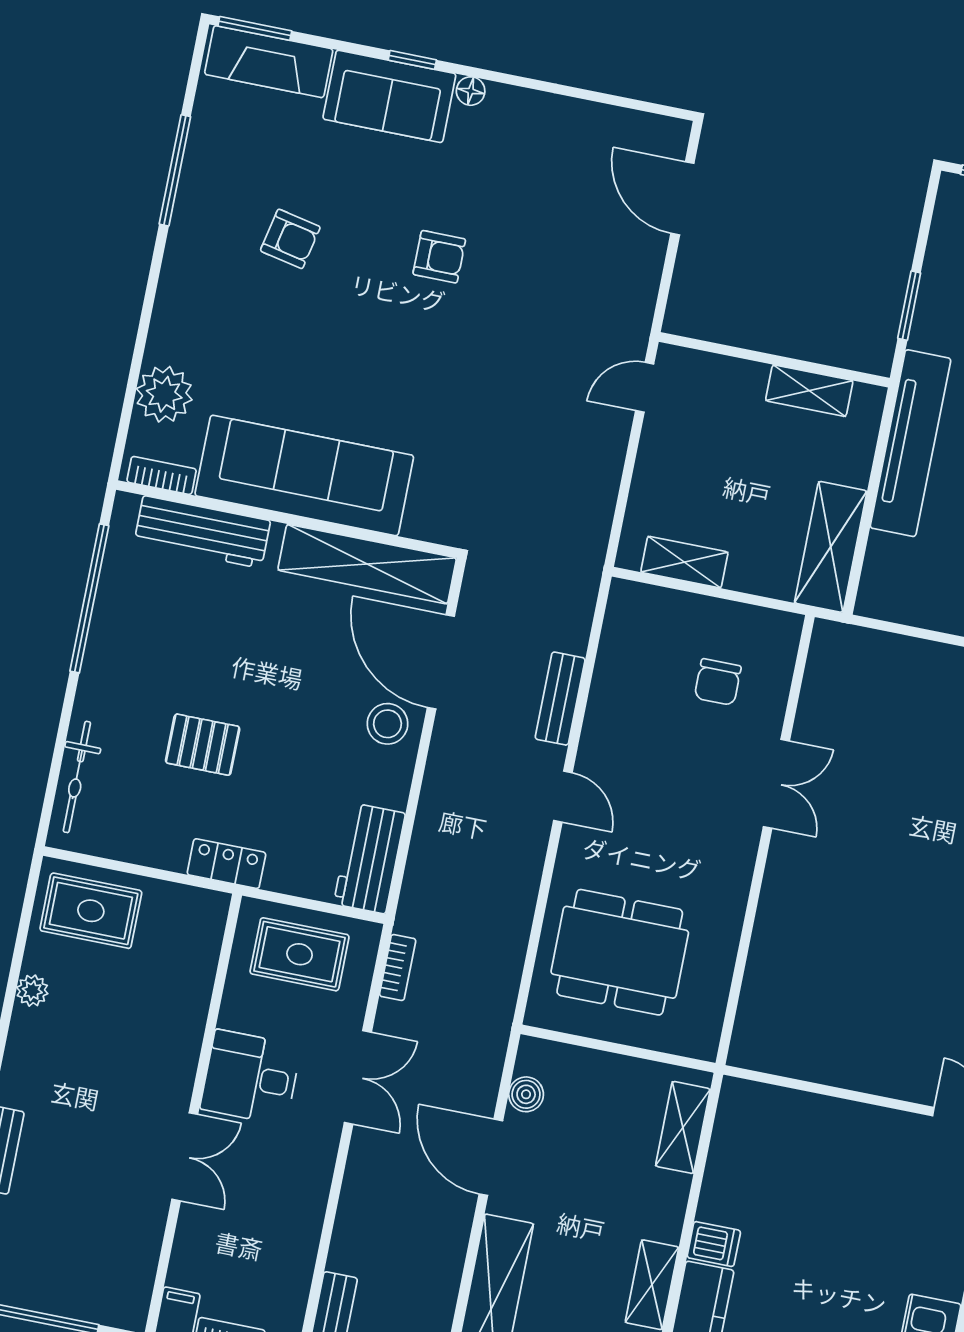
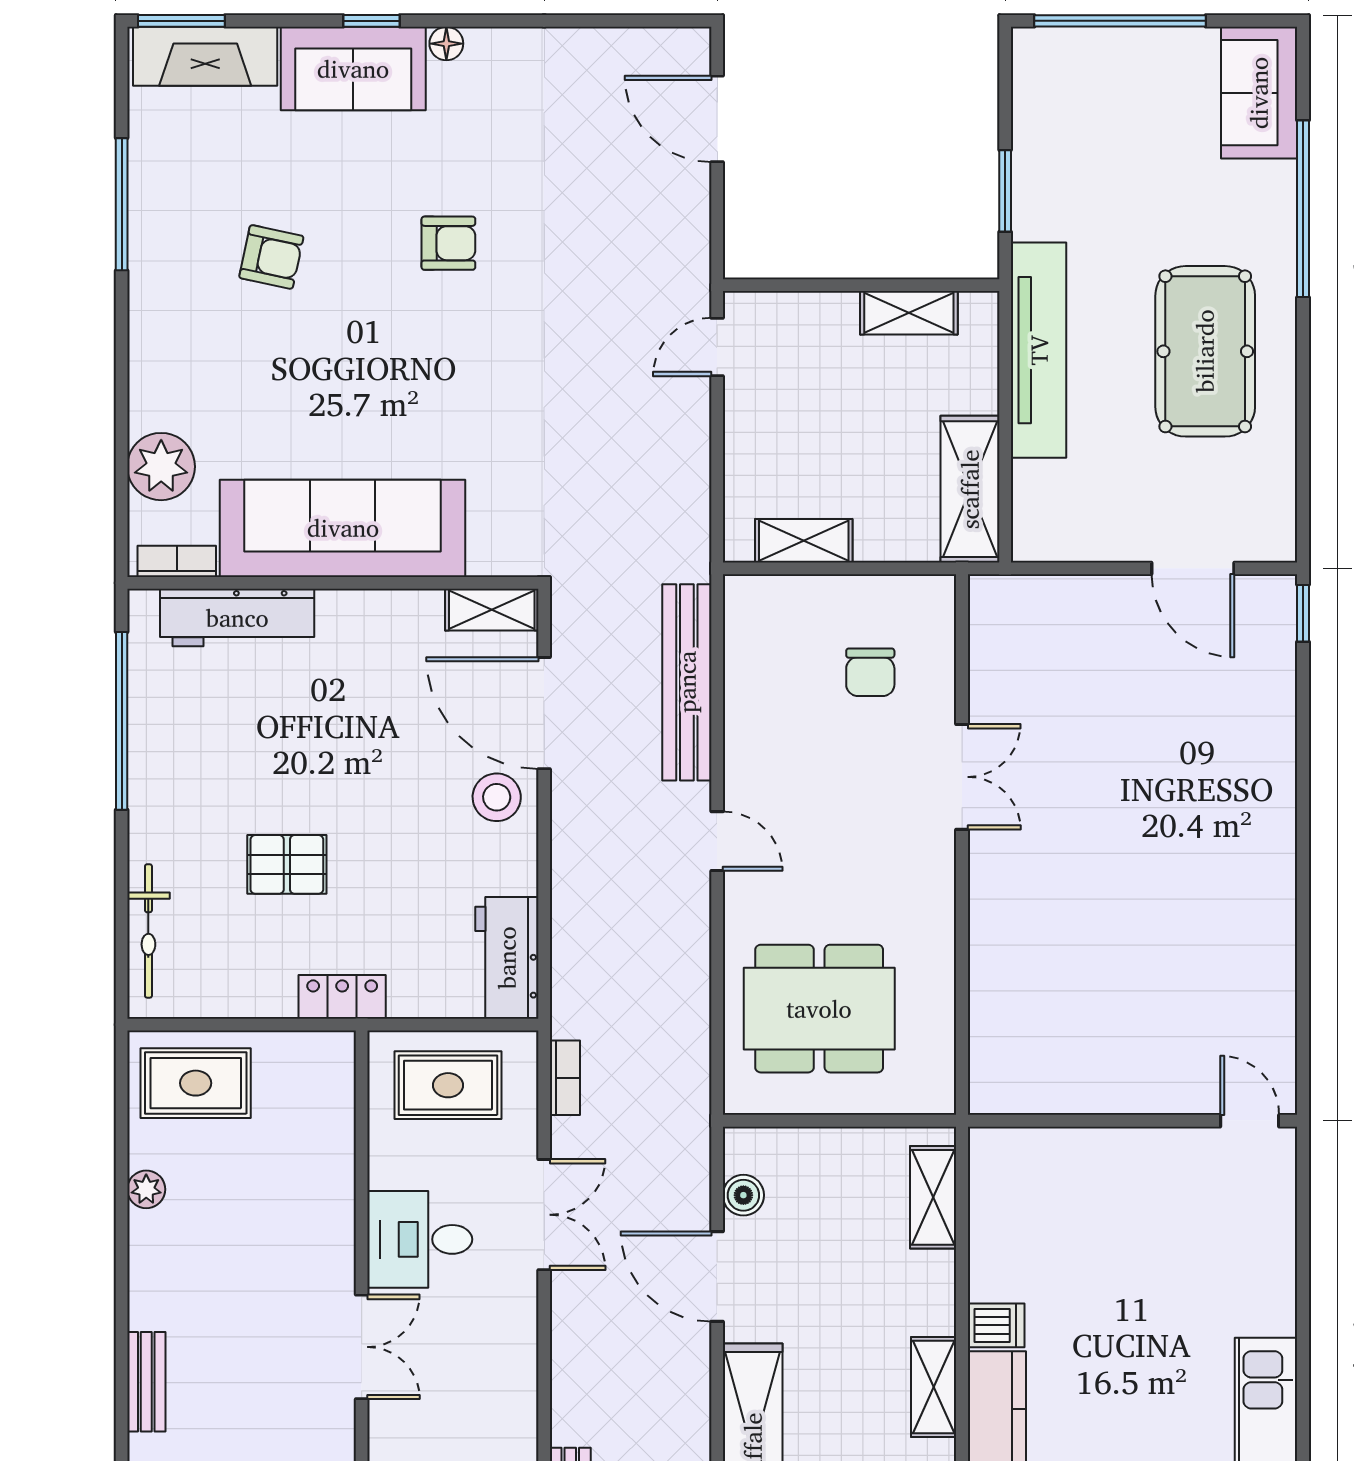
shelving: (367, 564) -> (492, 610), width x0.45, depth x0.75
bench: (560, 699) -> (687, 682), width x1.86, depth x1.21

